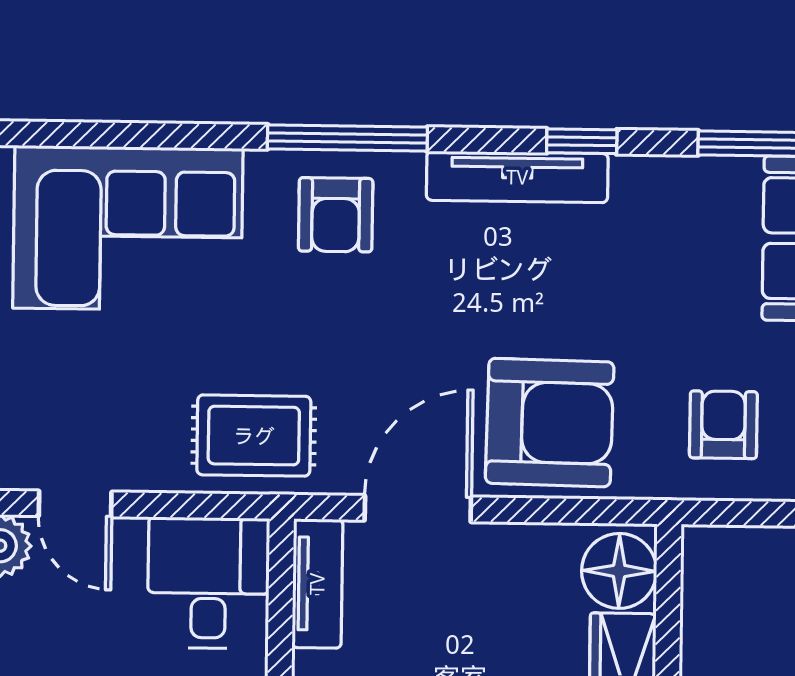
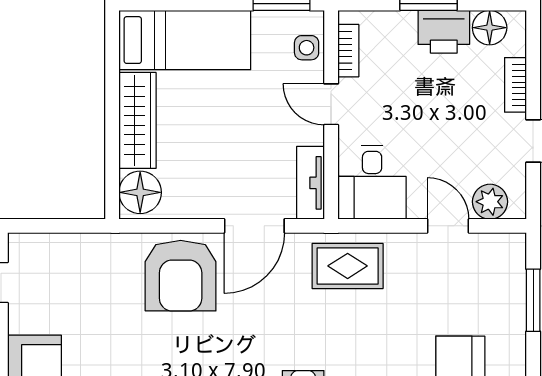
armchair: (550, 423) -> (181, 276), turned -91
armchair: (723, 425) -> (82, 276), removed

